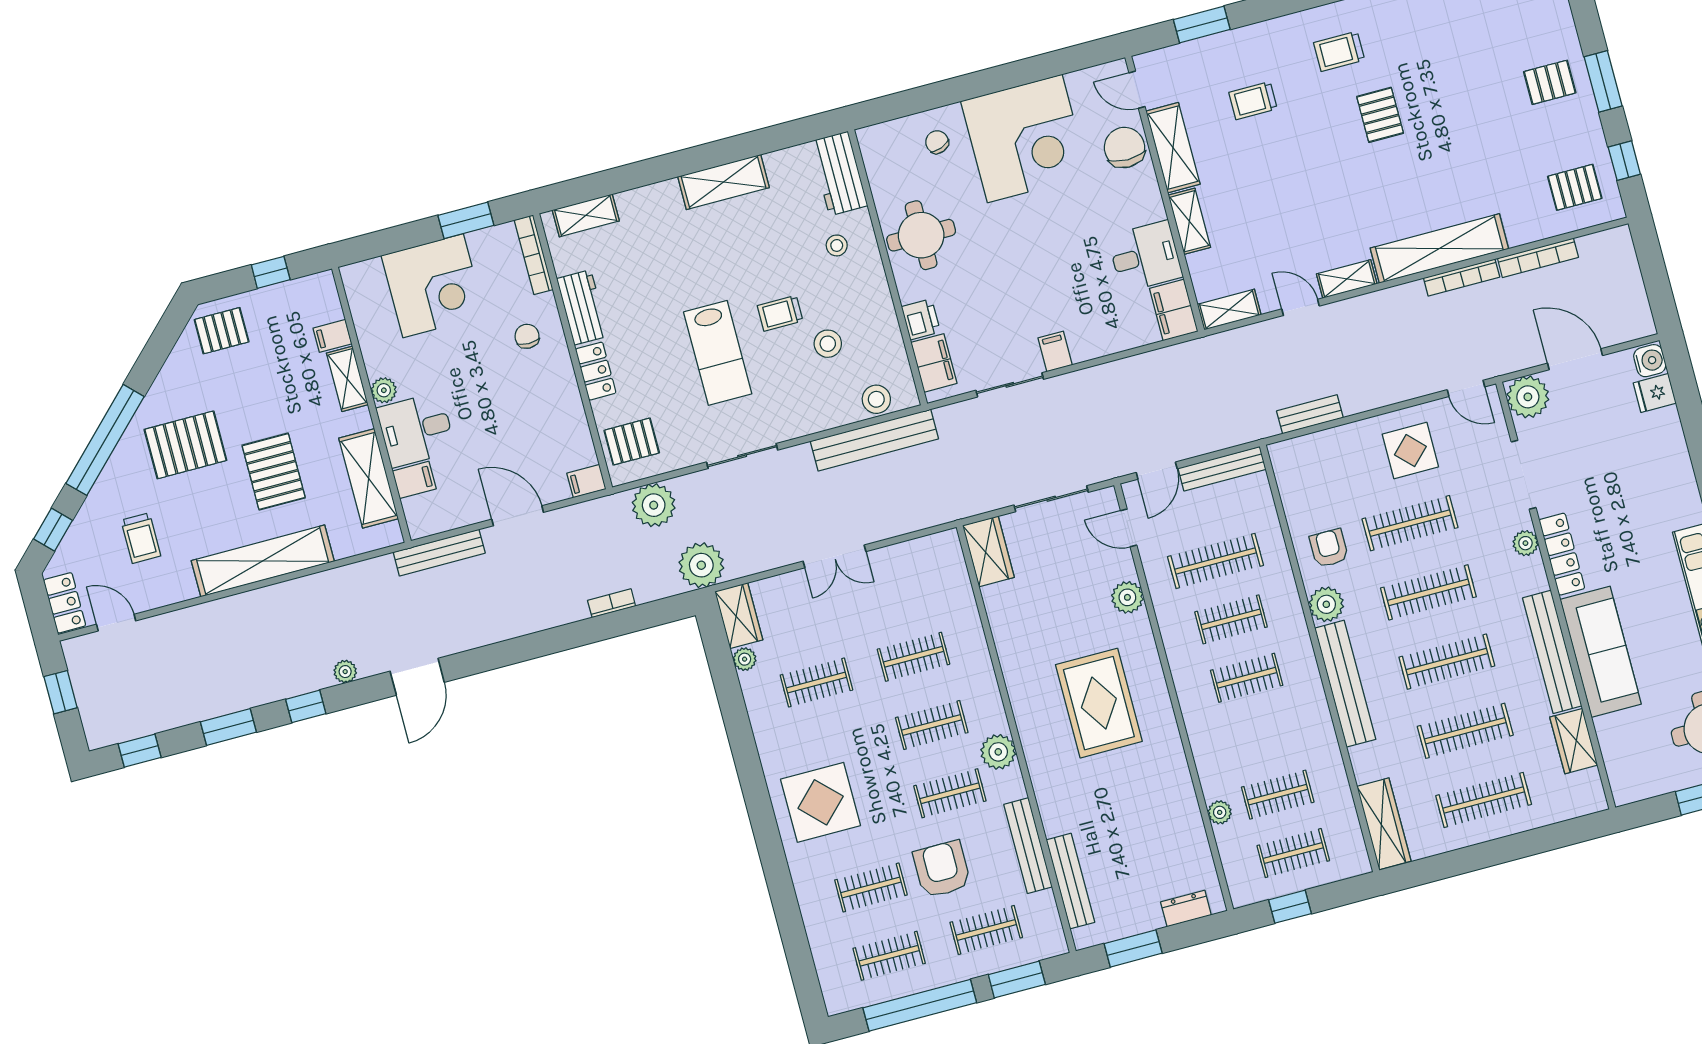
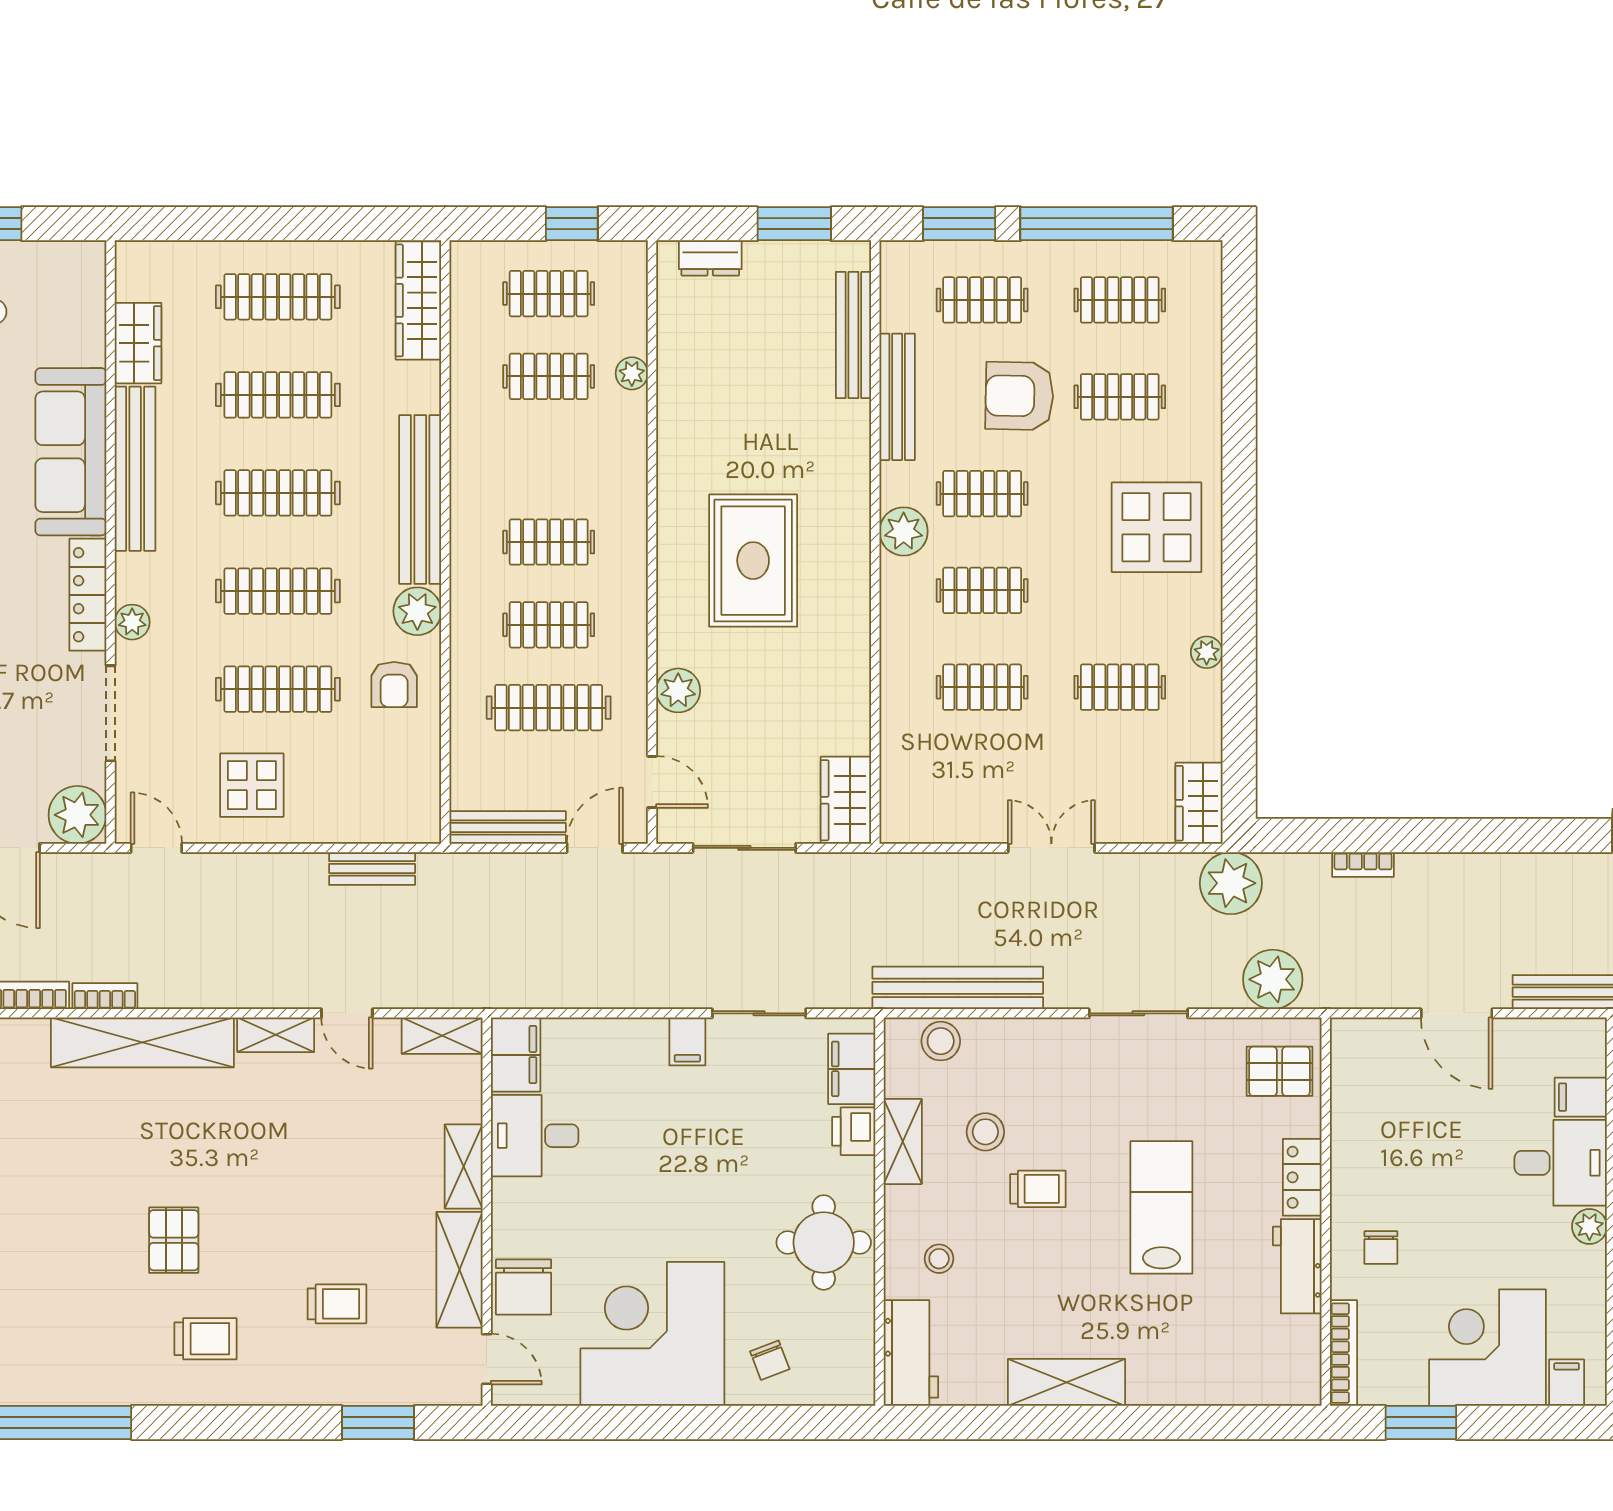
shelving: (586, 215) -> (903, 1141), moved, turned 90
bookcase: (1462, 278) -> (105, 996), width x0.64
lab bench: (718, 353) -> (1161, 1207), moved
filing cabinet: (586, 481) -> (1567, 1383), moved, turned -90
plant: (745, 659) -> (1207, 652), moved
armchair: (942, 869) -> (1019, 396), turned 91

